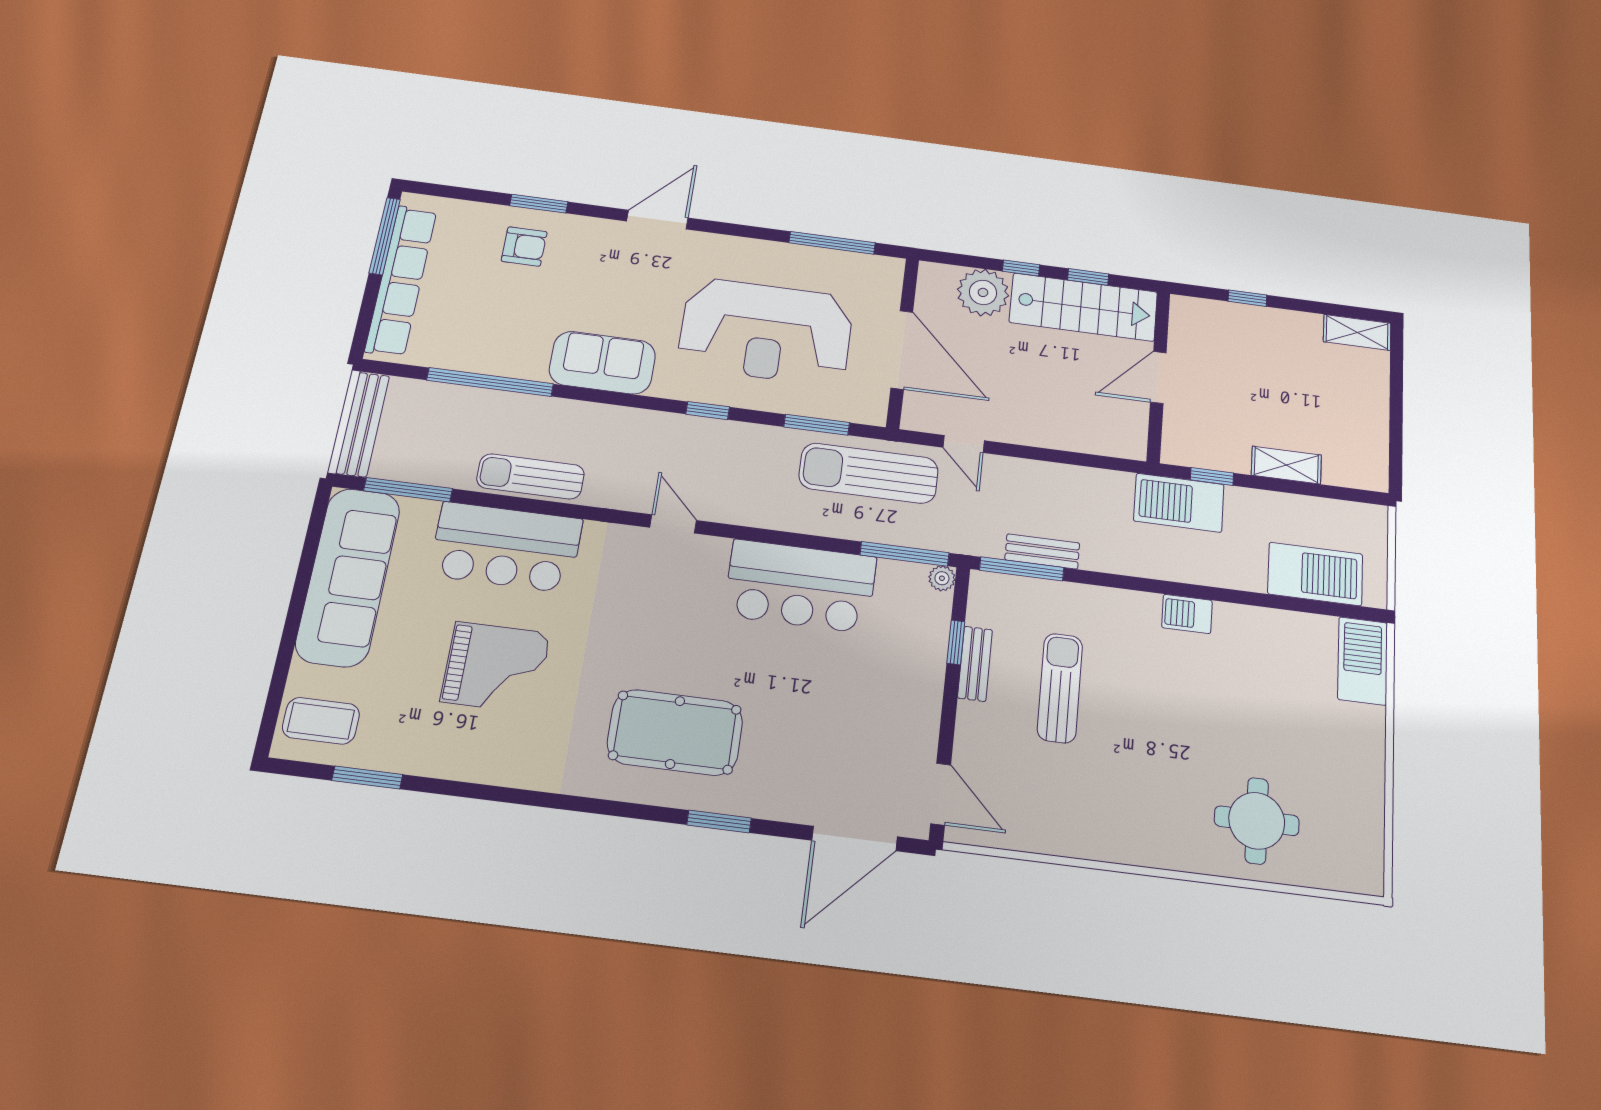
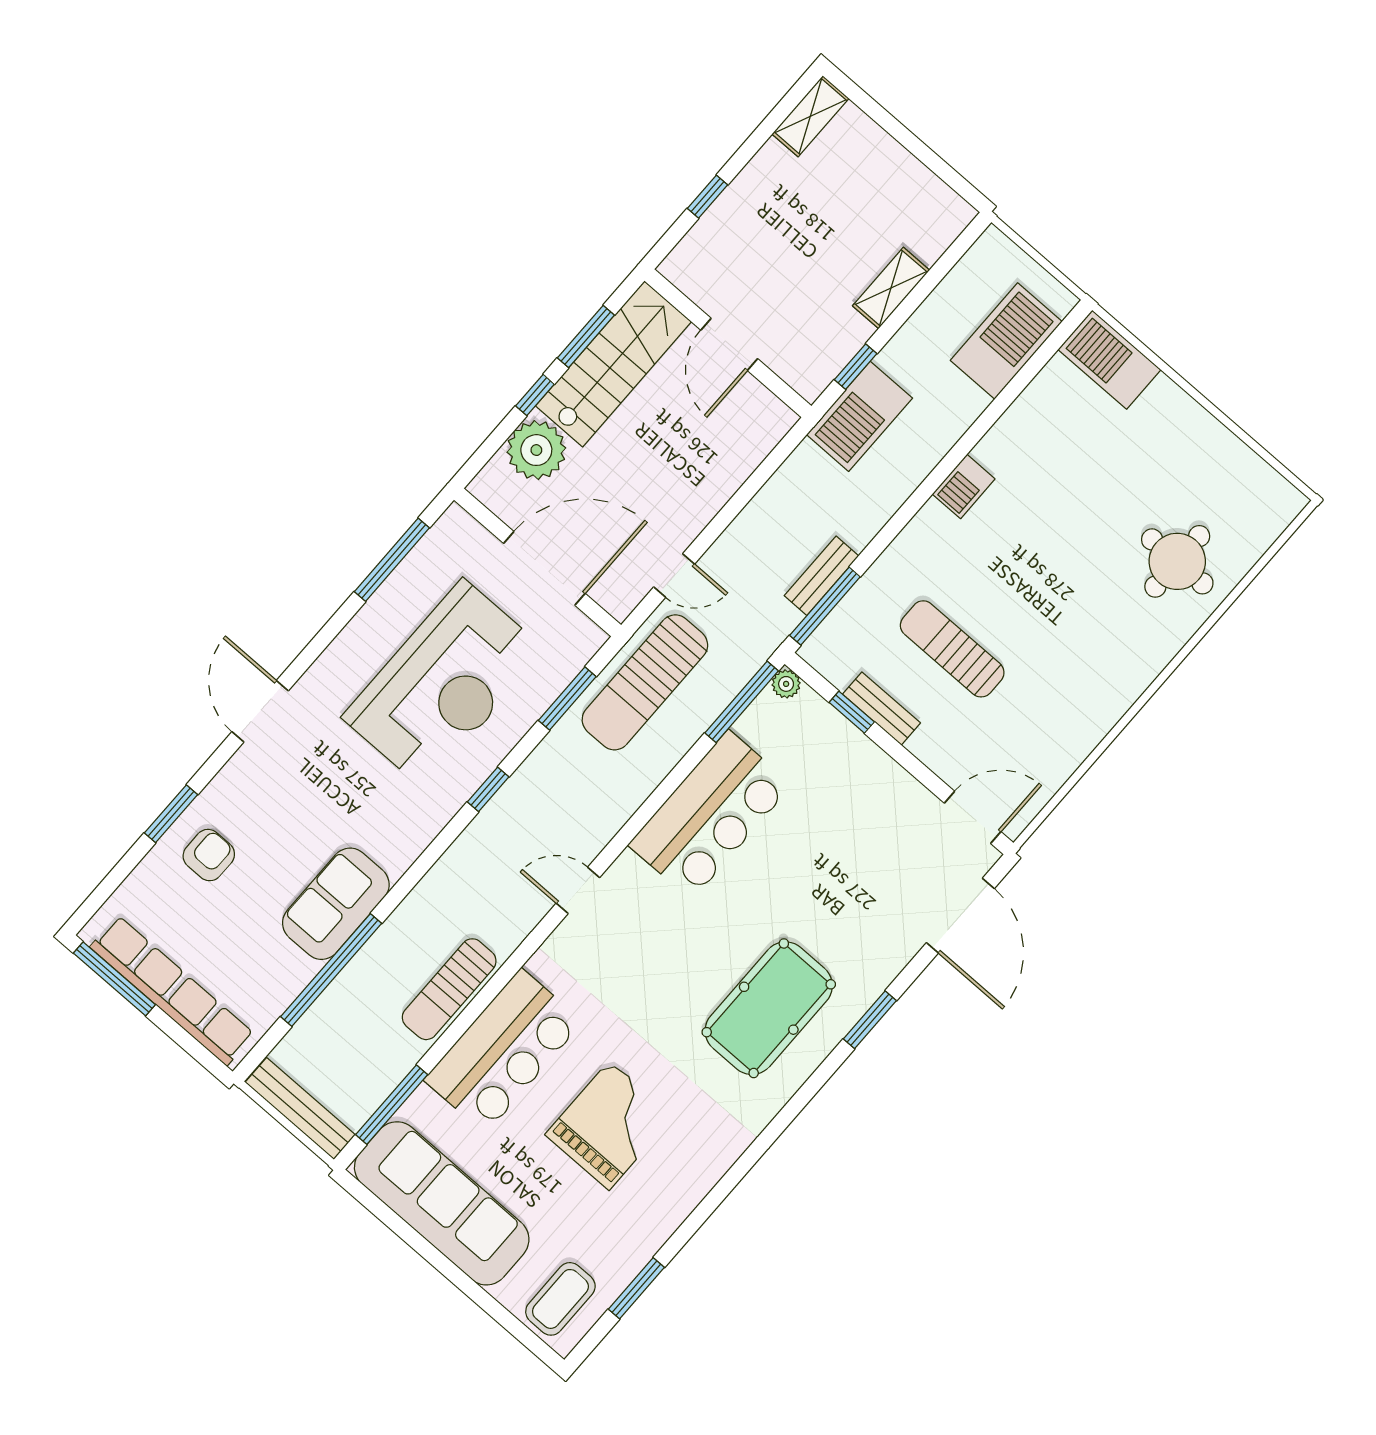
window: (1088, 277) -> (586, 336), width x1.50
sofa: (602, 363) -> (336, 904), moved

